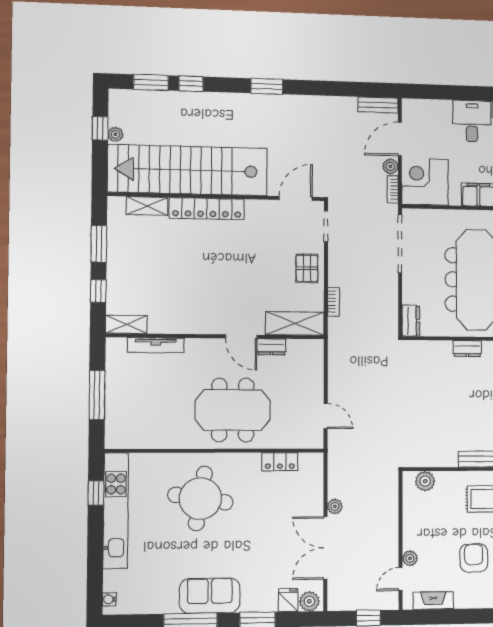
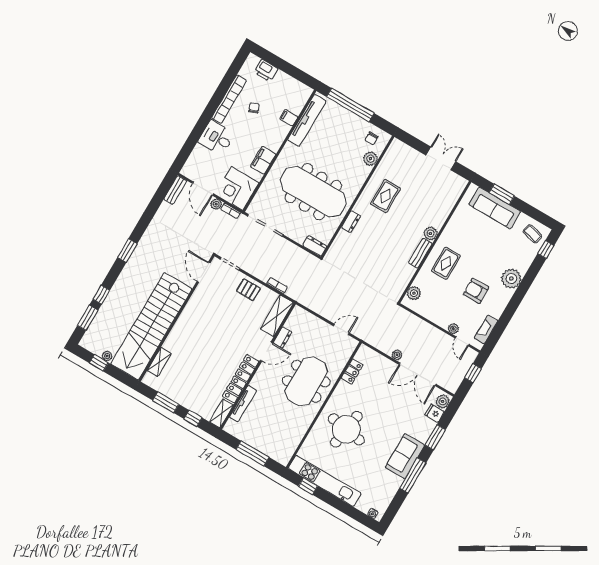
locker: (207, 209) -> (241, 379), moved, turned 180

